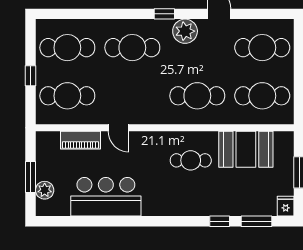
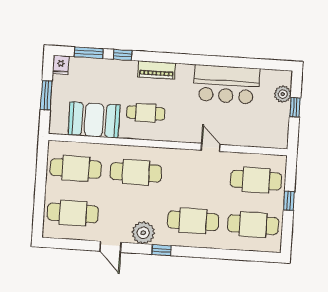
piano: (81, 140) -> (157, 70), moved, turned 180
window: (30, 177) -> (295, 107), width x0.67

